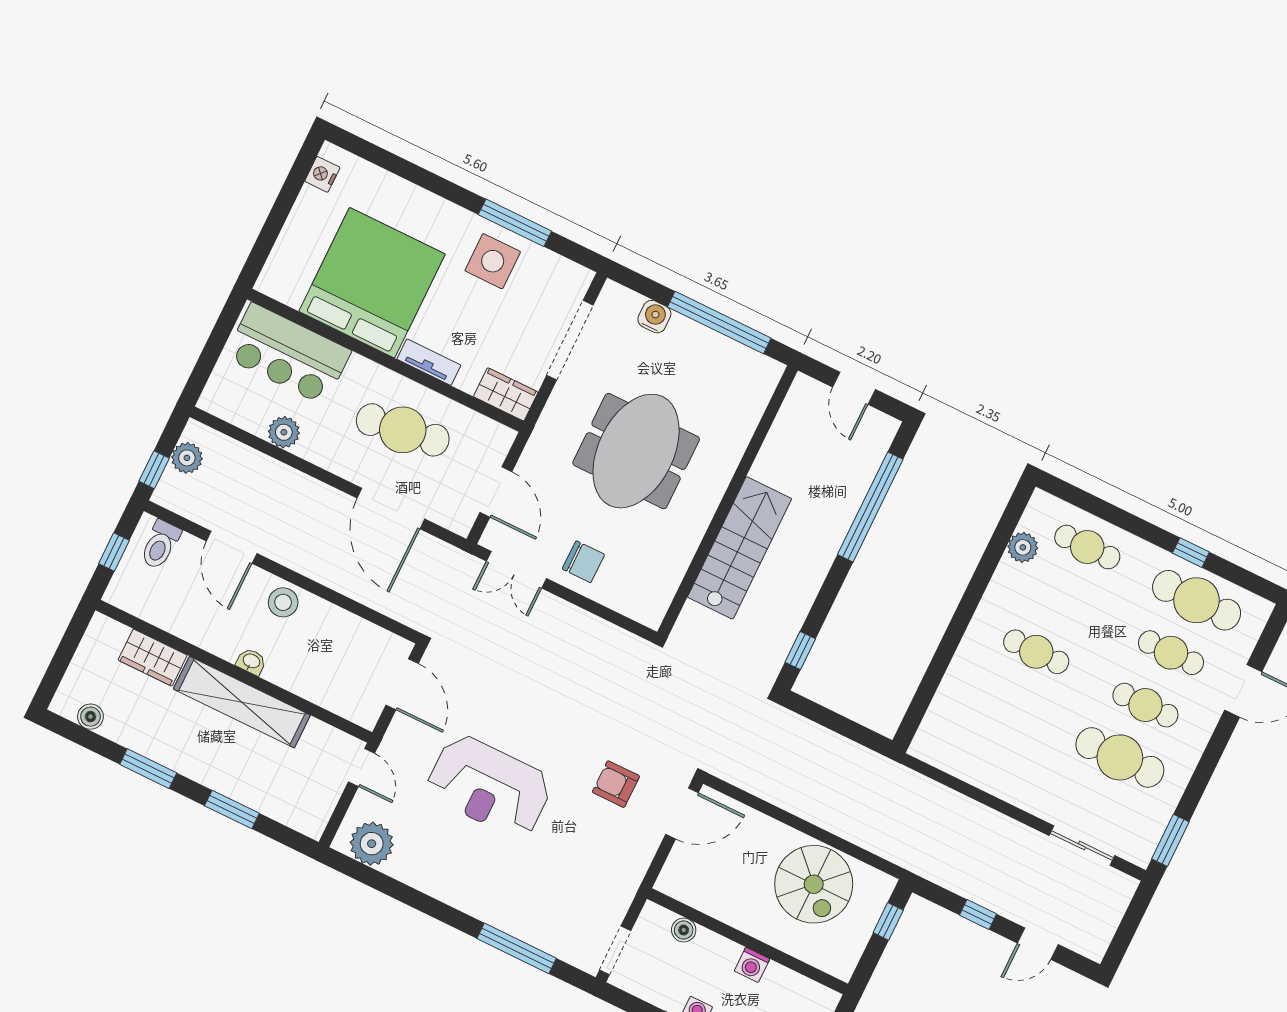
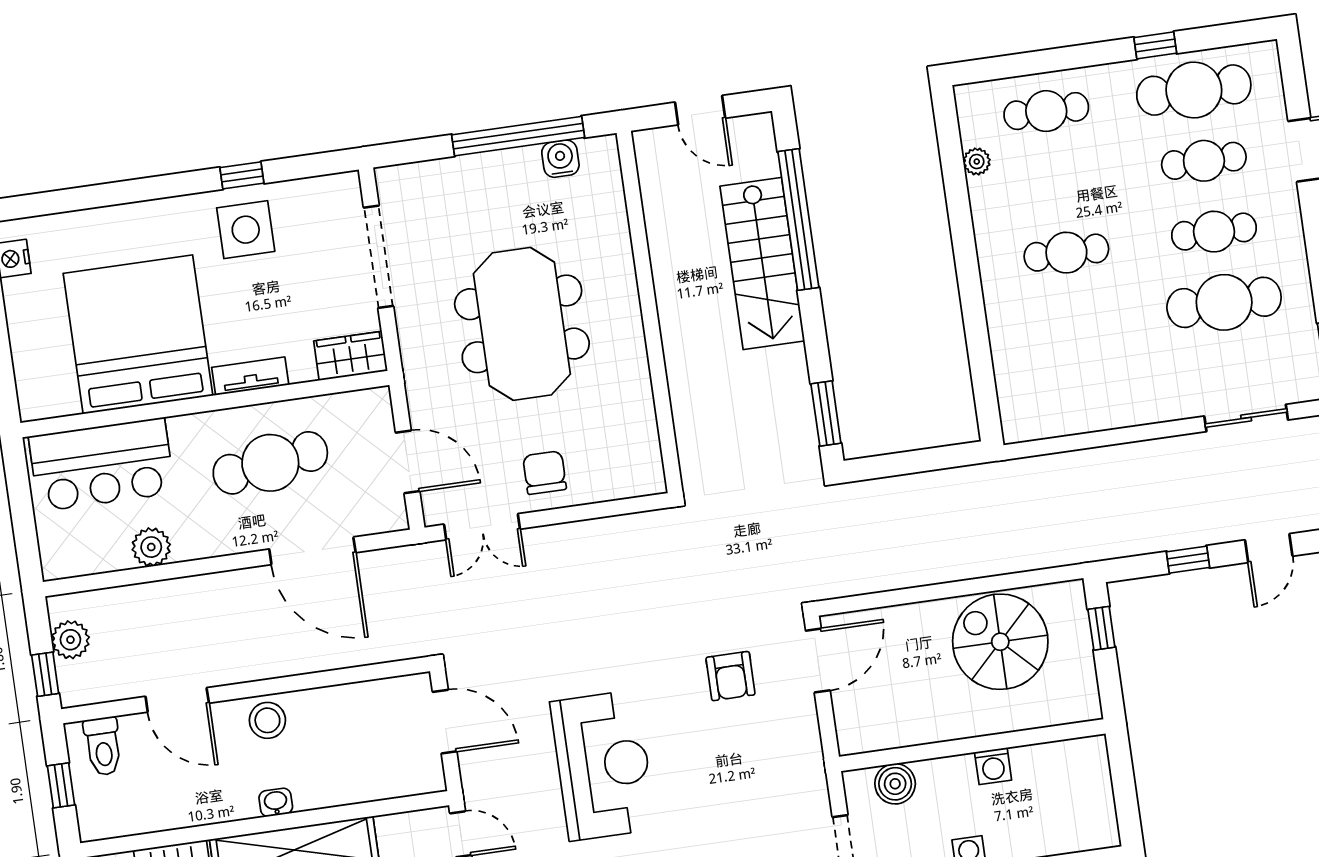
window: (515, 223) -> (242, 175), width x0.46
water cooler: (654, 317) -> (560, 159), moved
plant: (1023, 547) -> (977, 161), width x0.73, depth x0.73
stairs: (740, 548) -> (762, 264), moved, turned 180
chair: (583, 562) -> (545, 473), turned -90
window: (800, 651) -> (826, 414), width x1.50
armchair: (616, 784) -> (730, 676), turned -90
reception desk: (489, 786) -> (603, 765), turned -90
spiral stairs: (814, 884) -> (1000, 642), turned 180
boiler: (684, 930) -> (895, 784), width x1.36, depth x1.36

